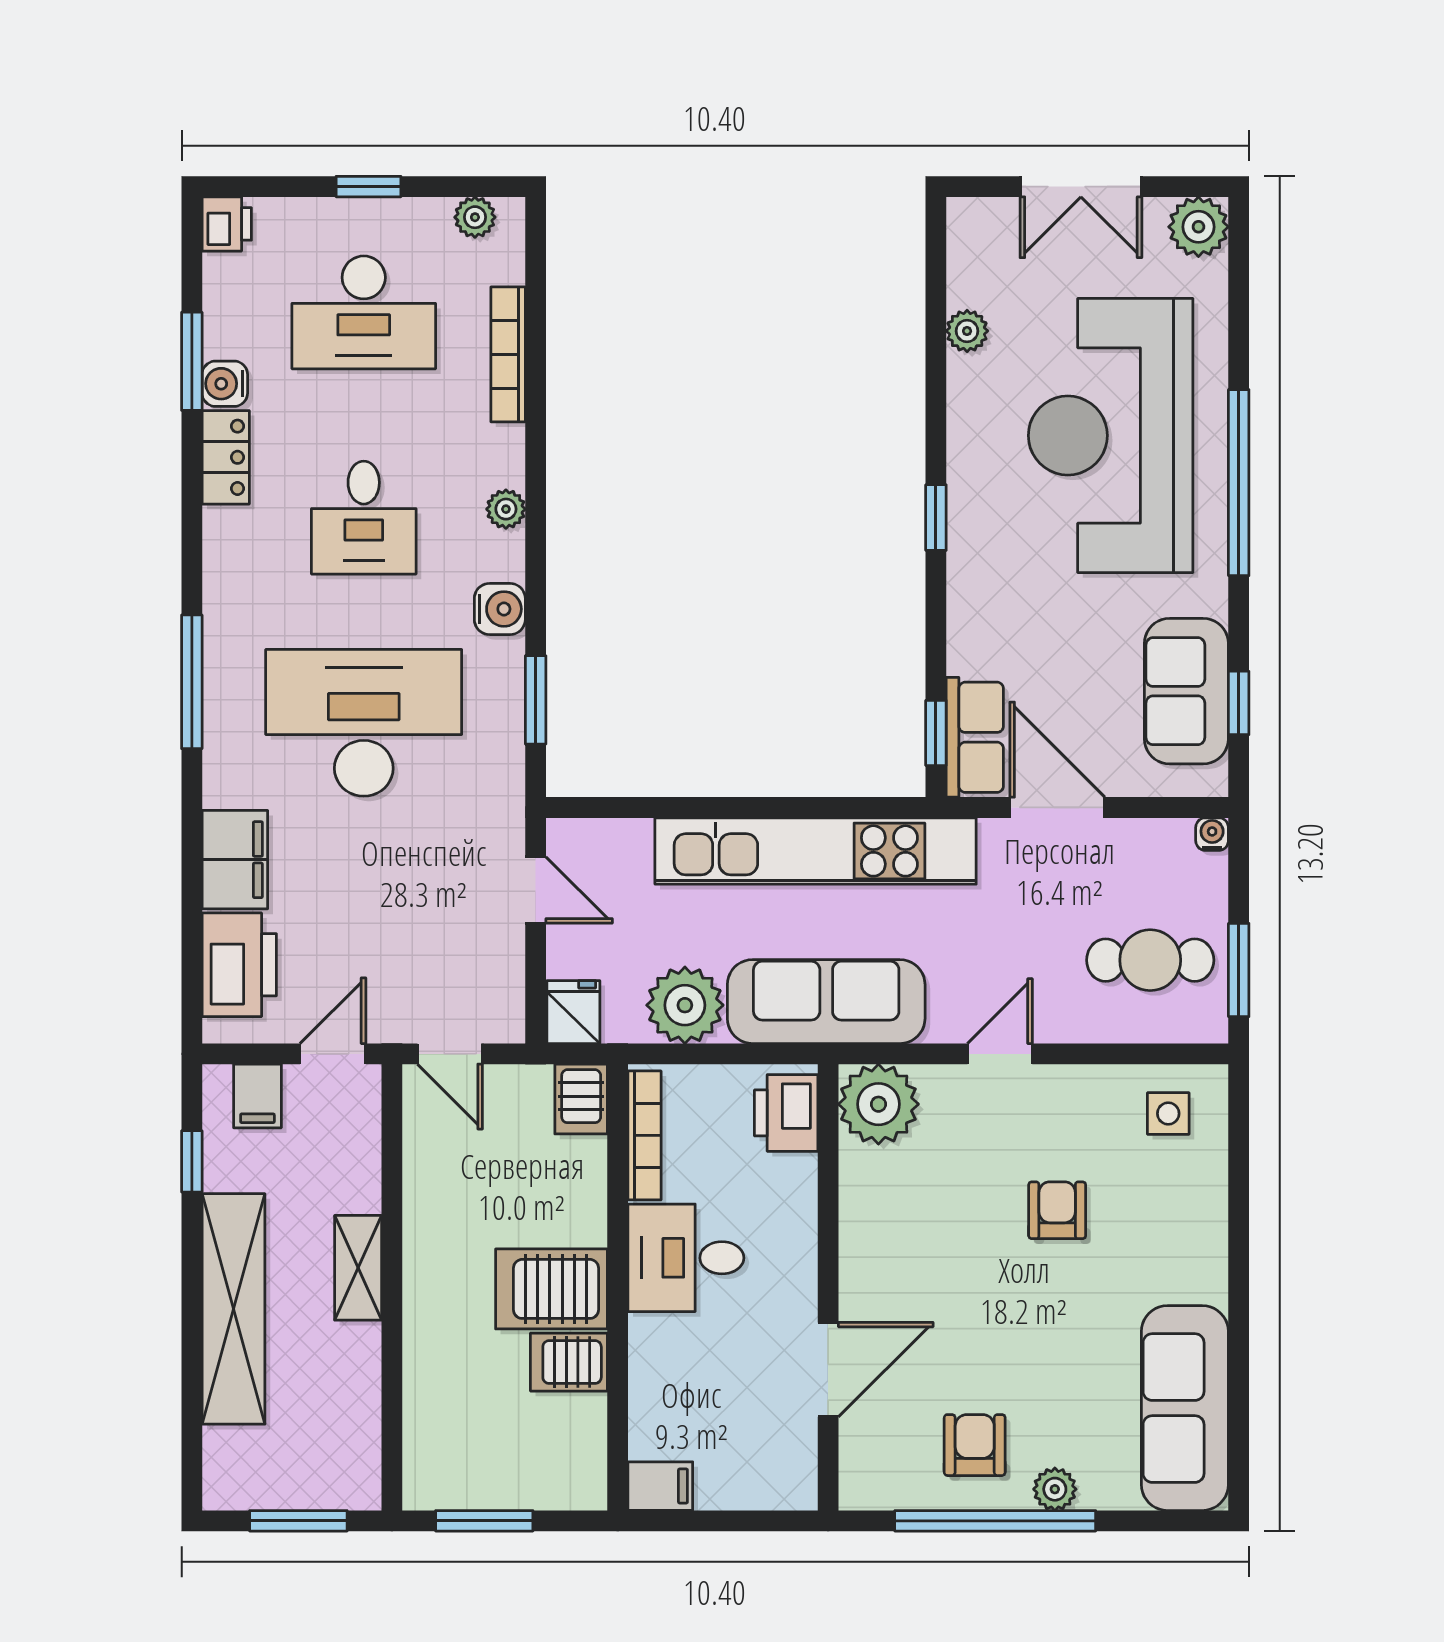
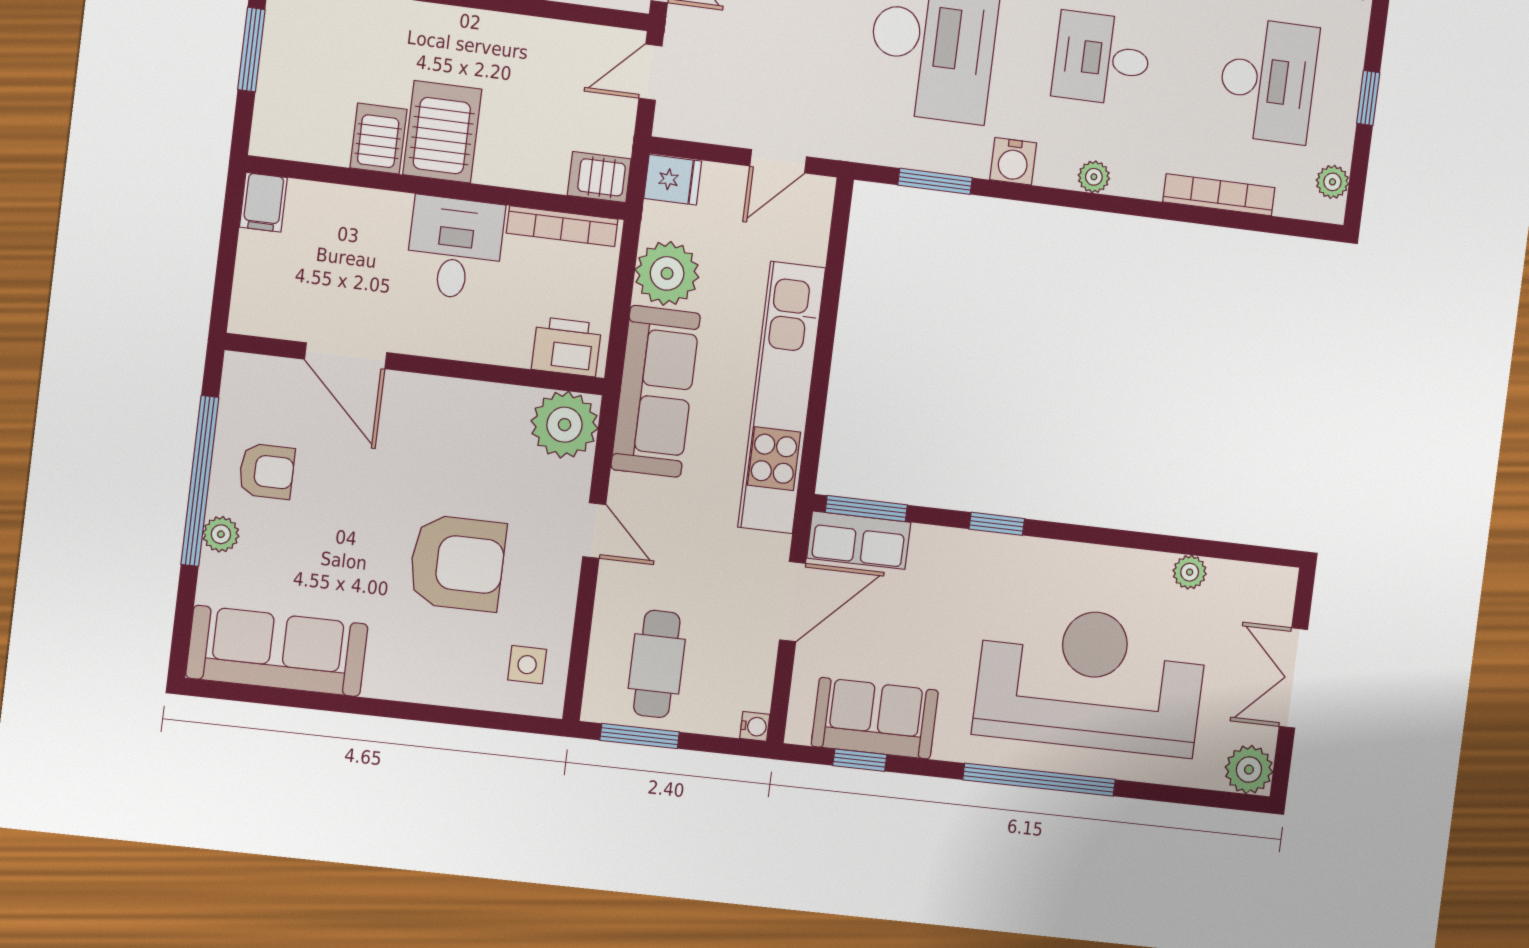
desk: (364, 312) -> (1268, 81), turned 180
window: (936, 518) -> (997, 524), moved
window: (936, 733) -> (866, 509), width x1.50
armchair: (1057, 1210) -> (457, 563), width x1.88, depth x1.88

